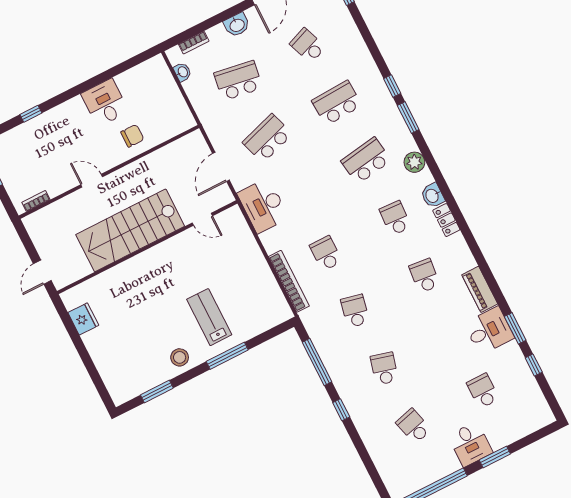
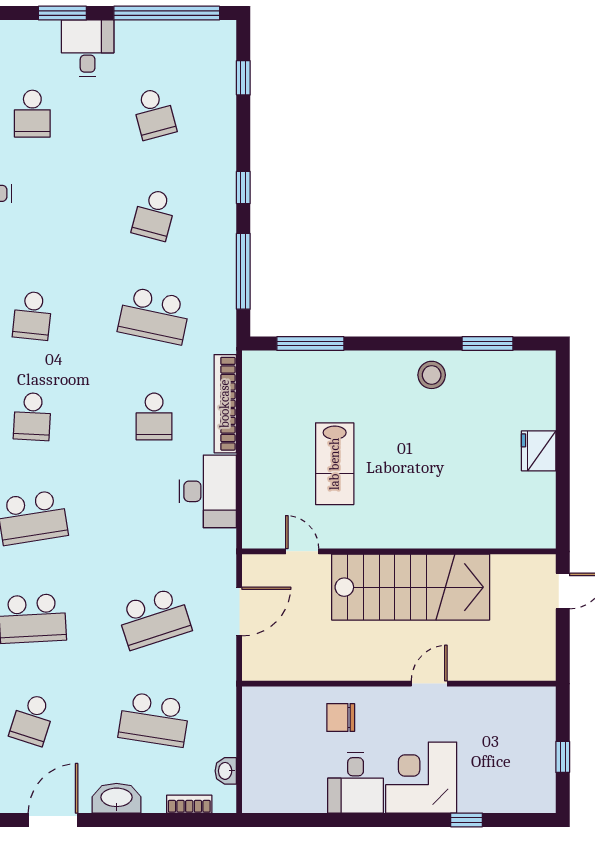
washbasin: (237, 25) -> (117, 798), width x1.38
school desk: (308, 45) -> (32, 719), turned 39
corner desk: (69, 125) -> (421, 778), added
door: (92, 181) -> (429, 684), swing flipped
bookcase: (36, 201) -> (521, 695), removed
desk: (263, 206) -> (208, 491), moved
school desk: (355, 311) -> (154, 316), width x1.85
lab bench: (209, 317) -> (335, 464), moved
fridge: (83, 319) -> (539, 451), moved
window: (227, 356) -> (310, 344), moved
window: (373, 472) -> (243, 78), added

